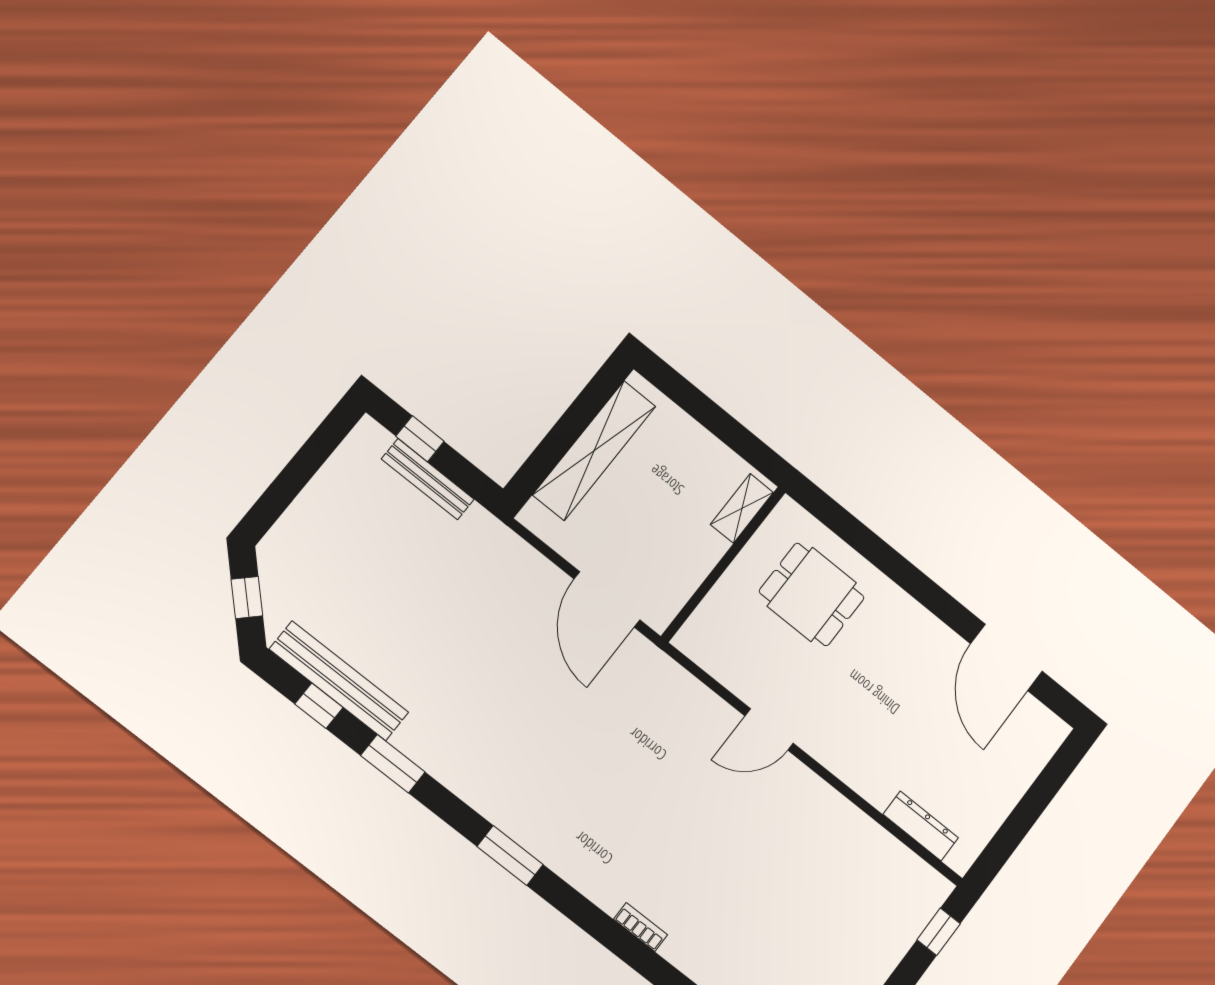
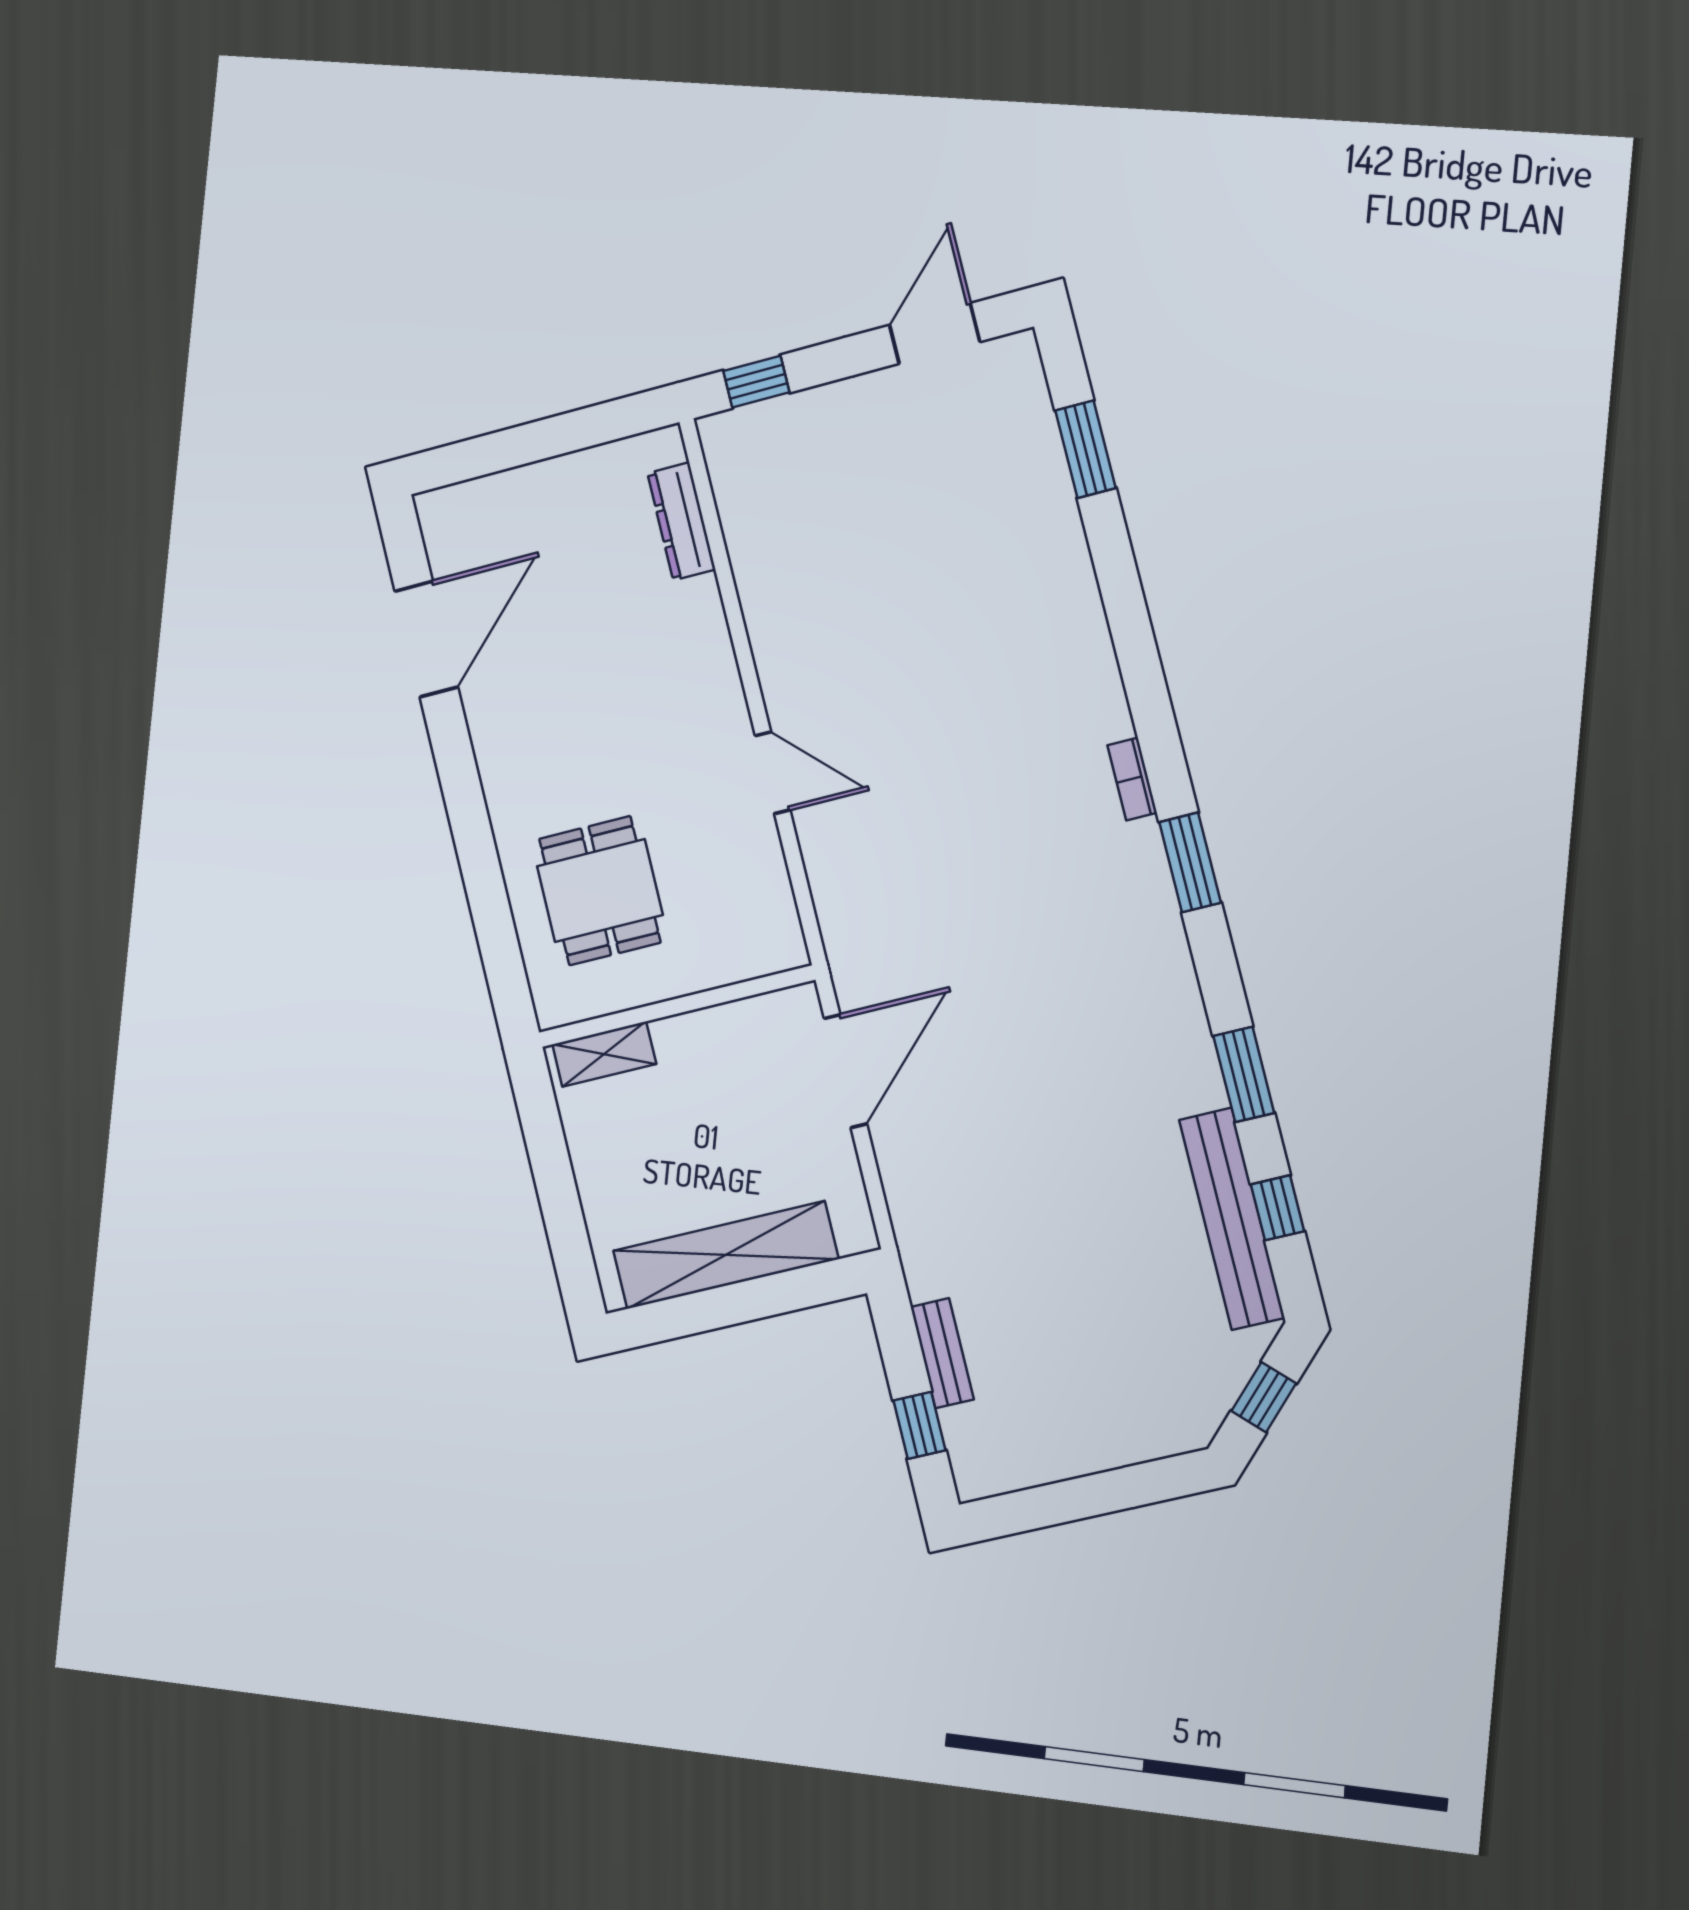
bench: (428, 479) -> (942, 1353), width x0.73
bookcase: (641, 927) -> (1132, 779), moved

